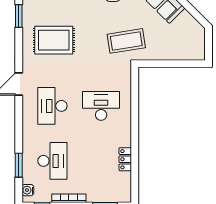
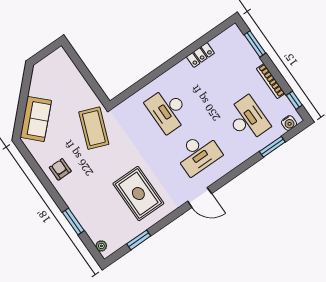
coffee table: (126, 41) -> (94, 128), turned 30
desk: (52, 161) -> (247, 119), turned 90

